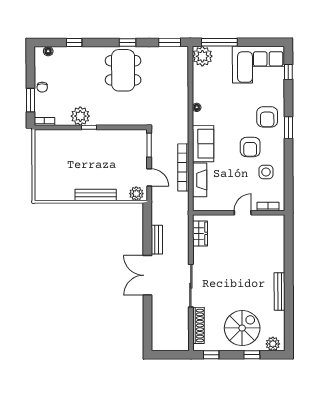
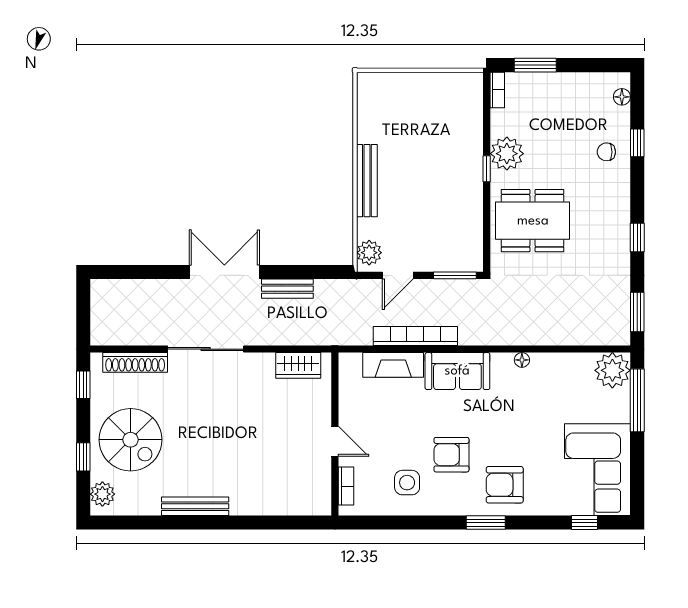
dining table: (123, 70) -> (533, 221), moved
chair: (42, 87) -> (606, 152), moved

